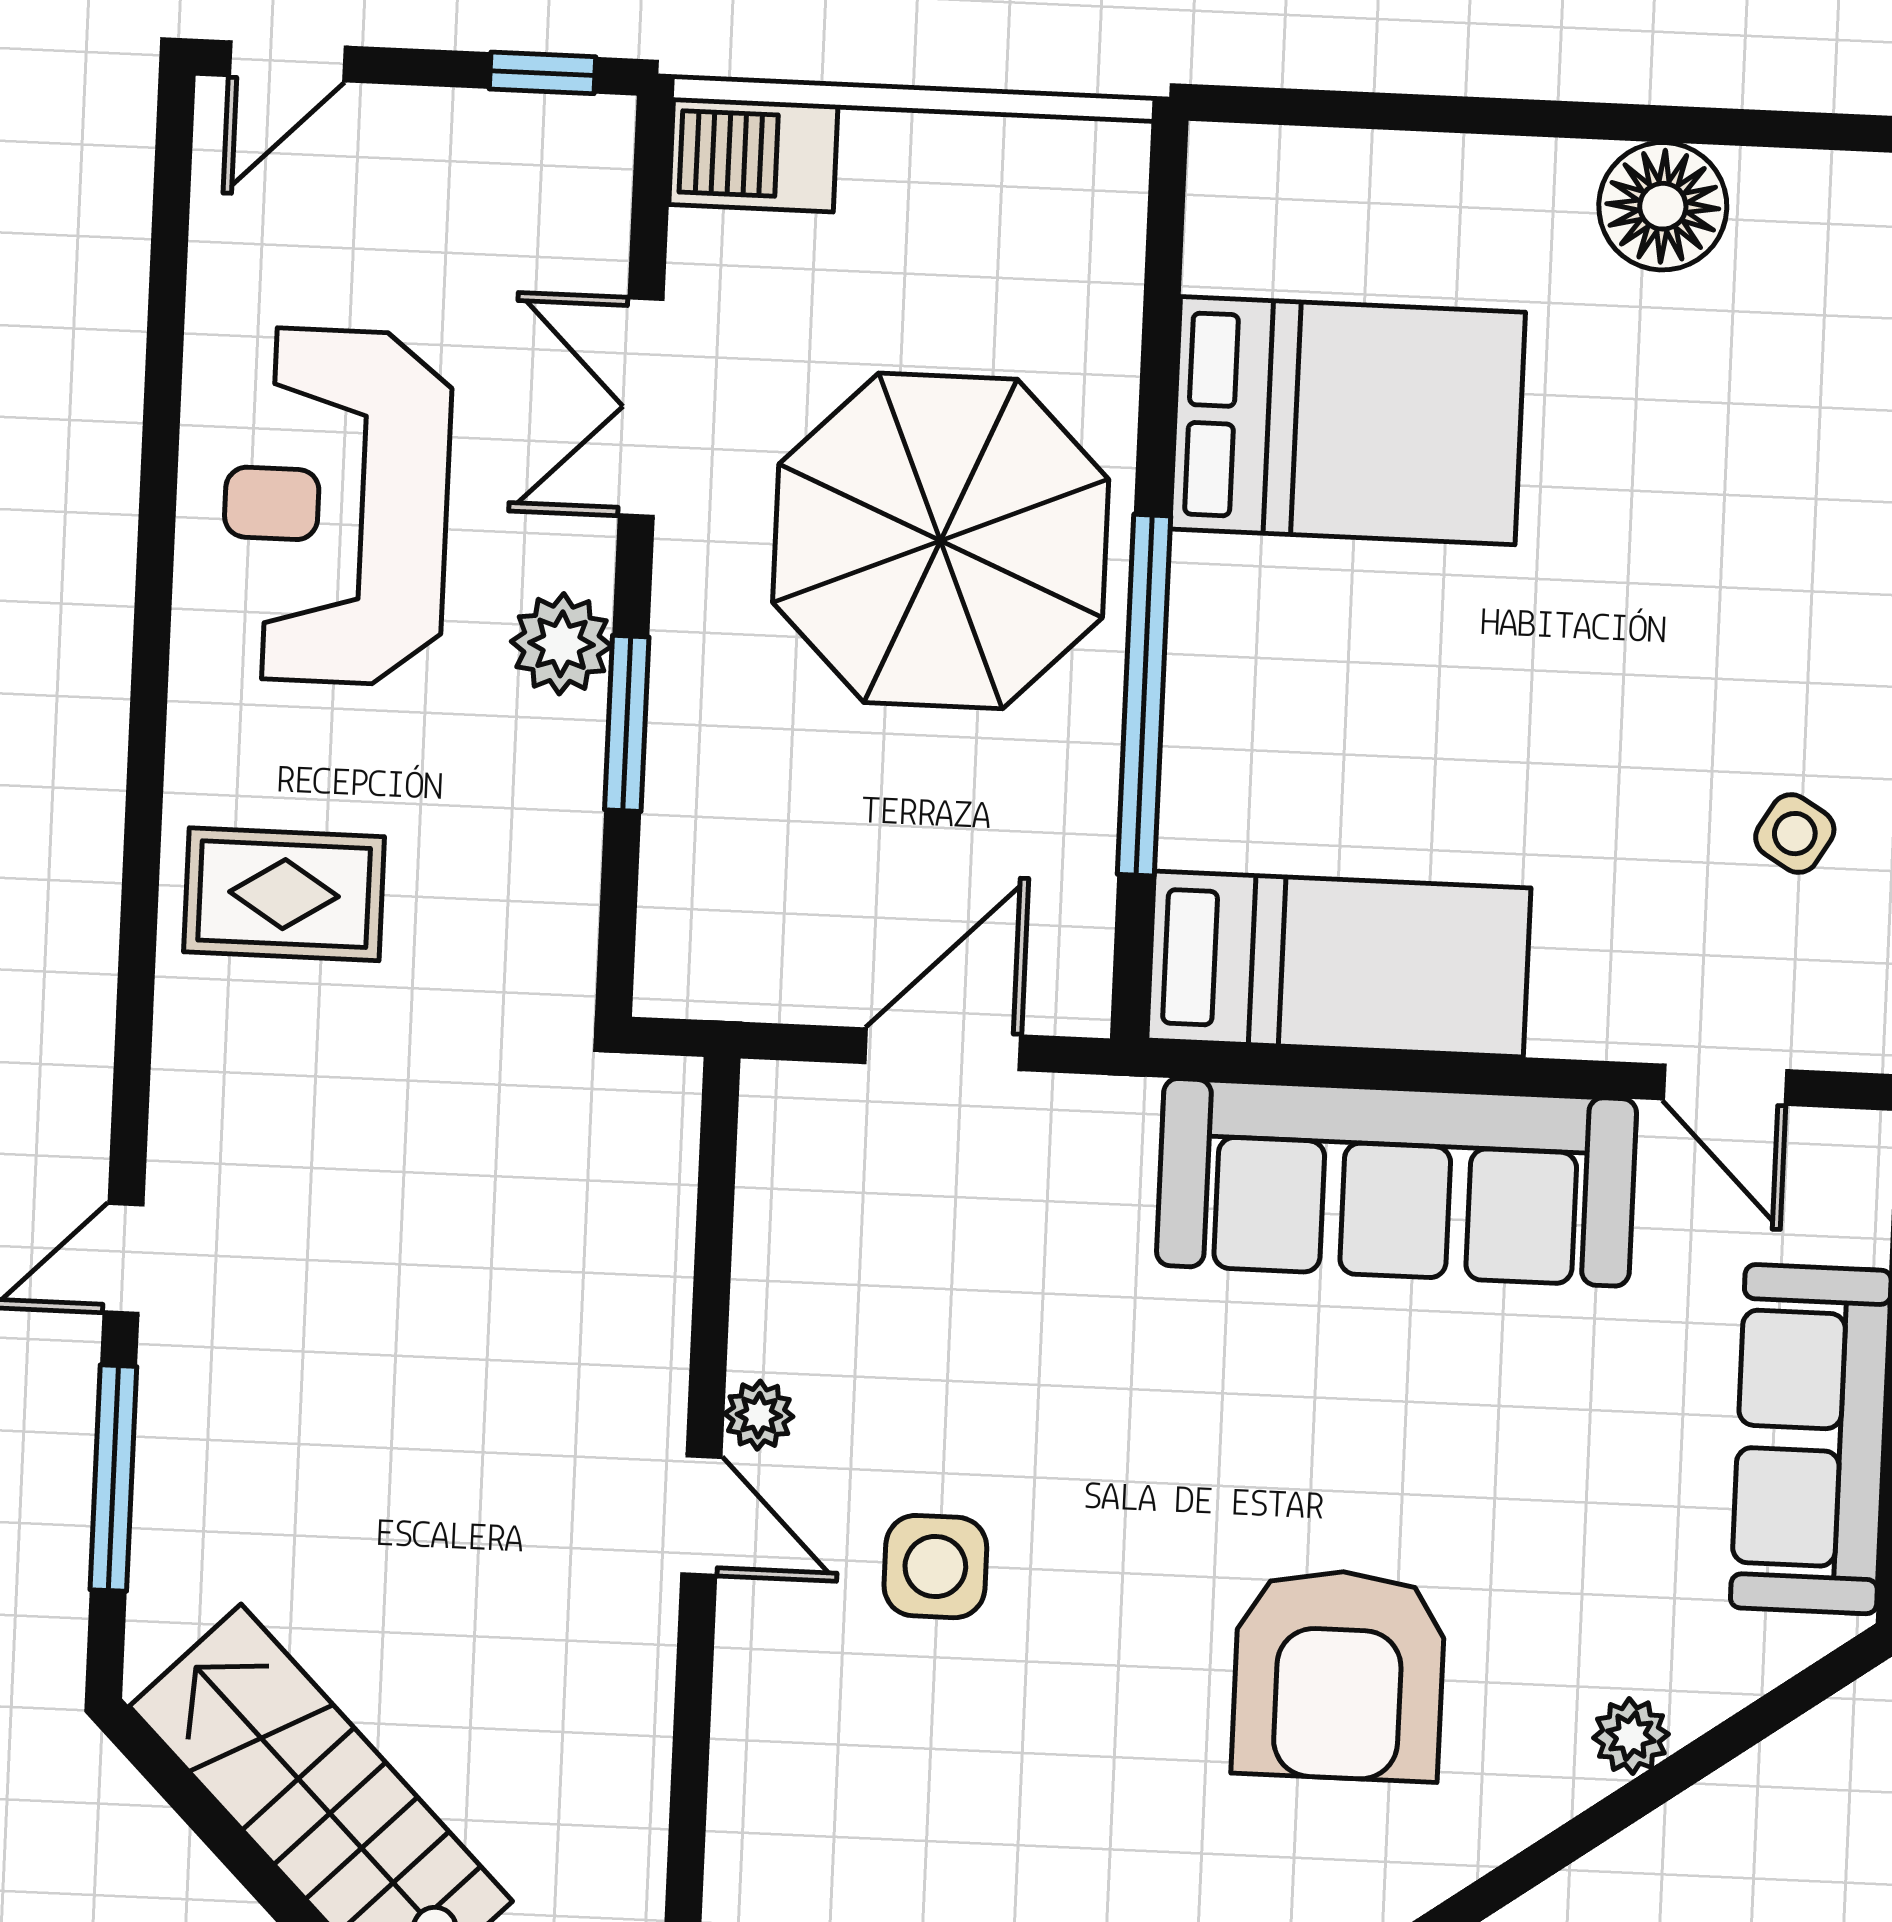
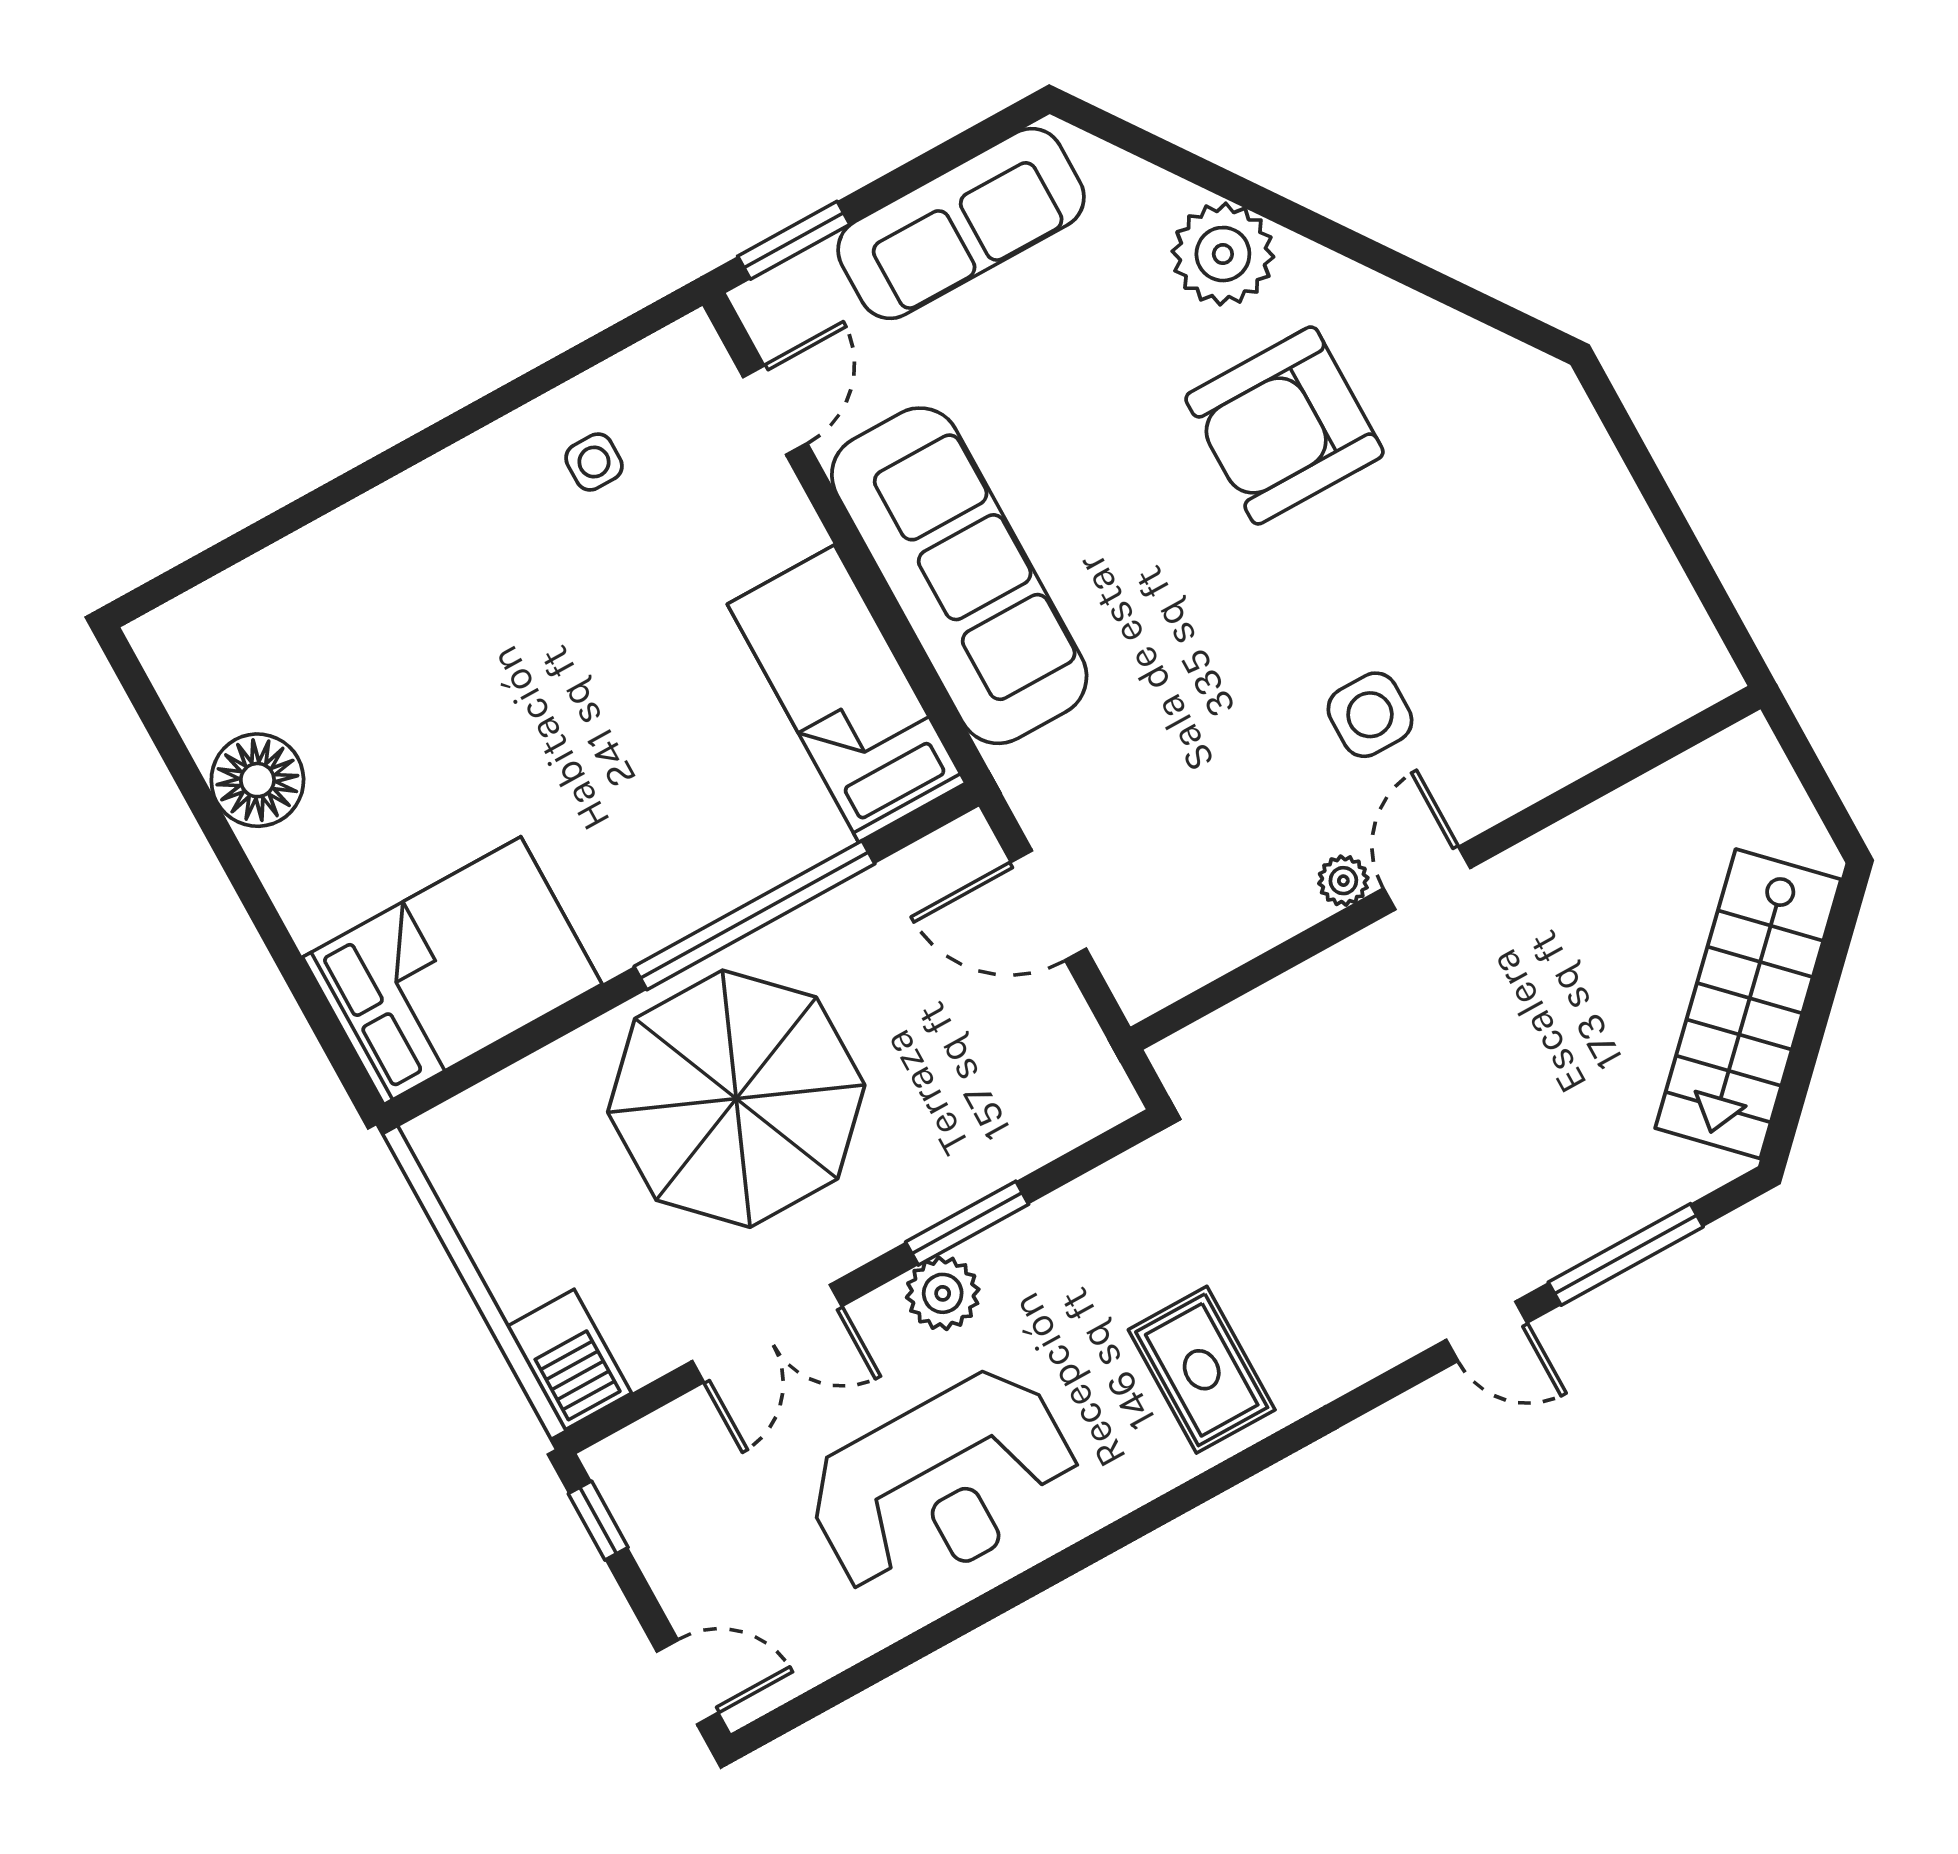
bed: (1348, 421) -> (452, 971), moved, turned 90
side table: (1795, 834) -> (594, 462), turned -31
armchair: (1339, 1675) -> (1284, 425), turned 180
plant: (1631, 1736) -> (1223, 254), width x1.87, depth x1.87

